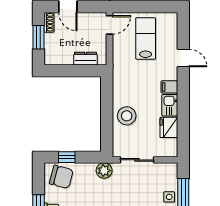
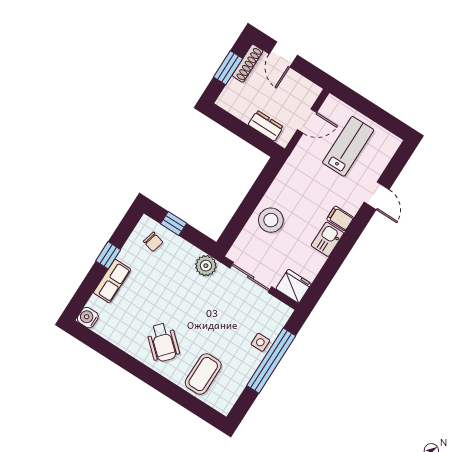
shoe rack: (49, 22) -> (248, 63), width x1.43
door: (110, 25) -> (307, 121), moved
fridge: (169, 127) -> (294, 286), moved, turned 90
chair: (61, 177) -> (153, 242), width x0.54, depth x0.54

